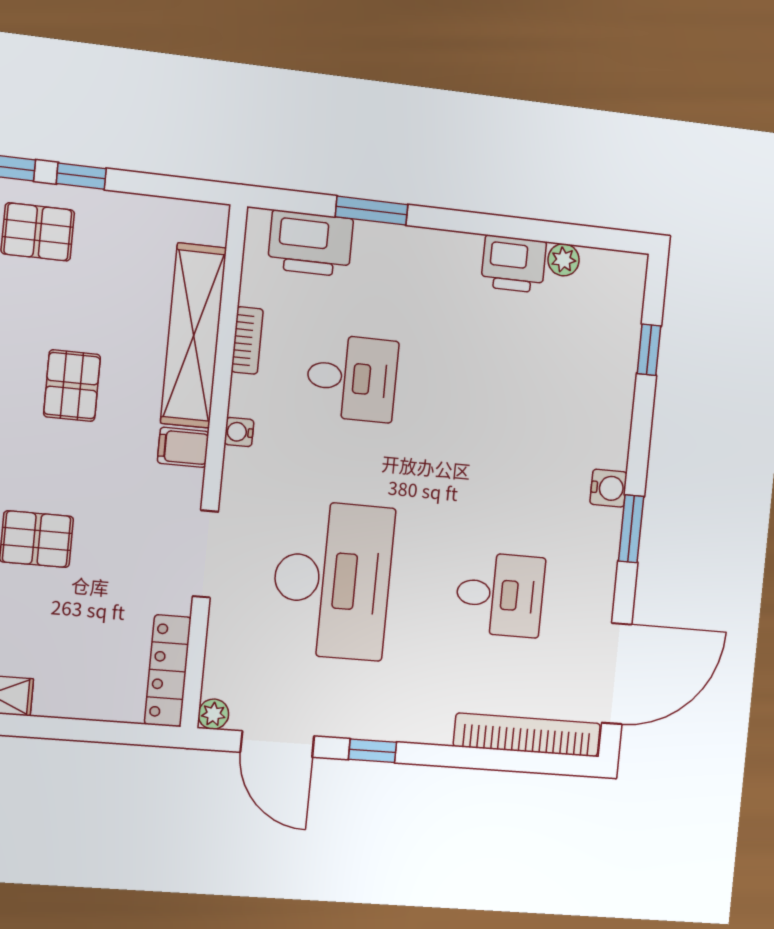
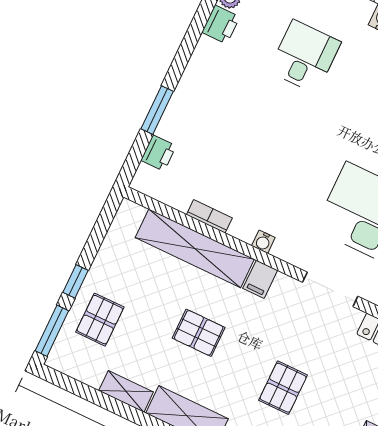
printer: (310, 244) -> (158, 153), width x0.53, depth x0.68
printer: (514, 264) -> (221, 25), width x0.73, depth x0.81
desk: (352, 378) -> (305, 57), moved

